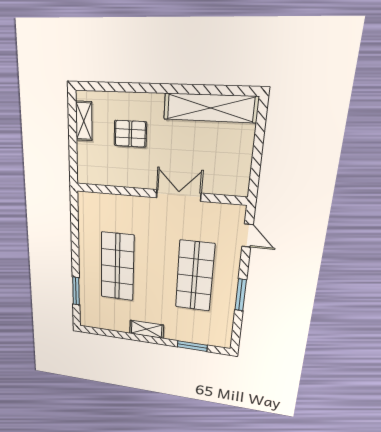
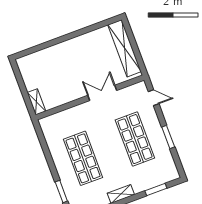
shelving: (210, 108) -> (124, 48), moved, turned 90
shelving: (84, 121) -> (36, 102), moved
pallet: (130, 134) -> (58, 70), removed

